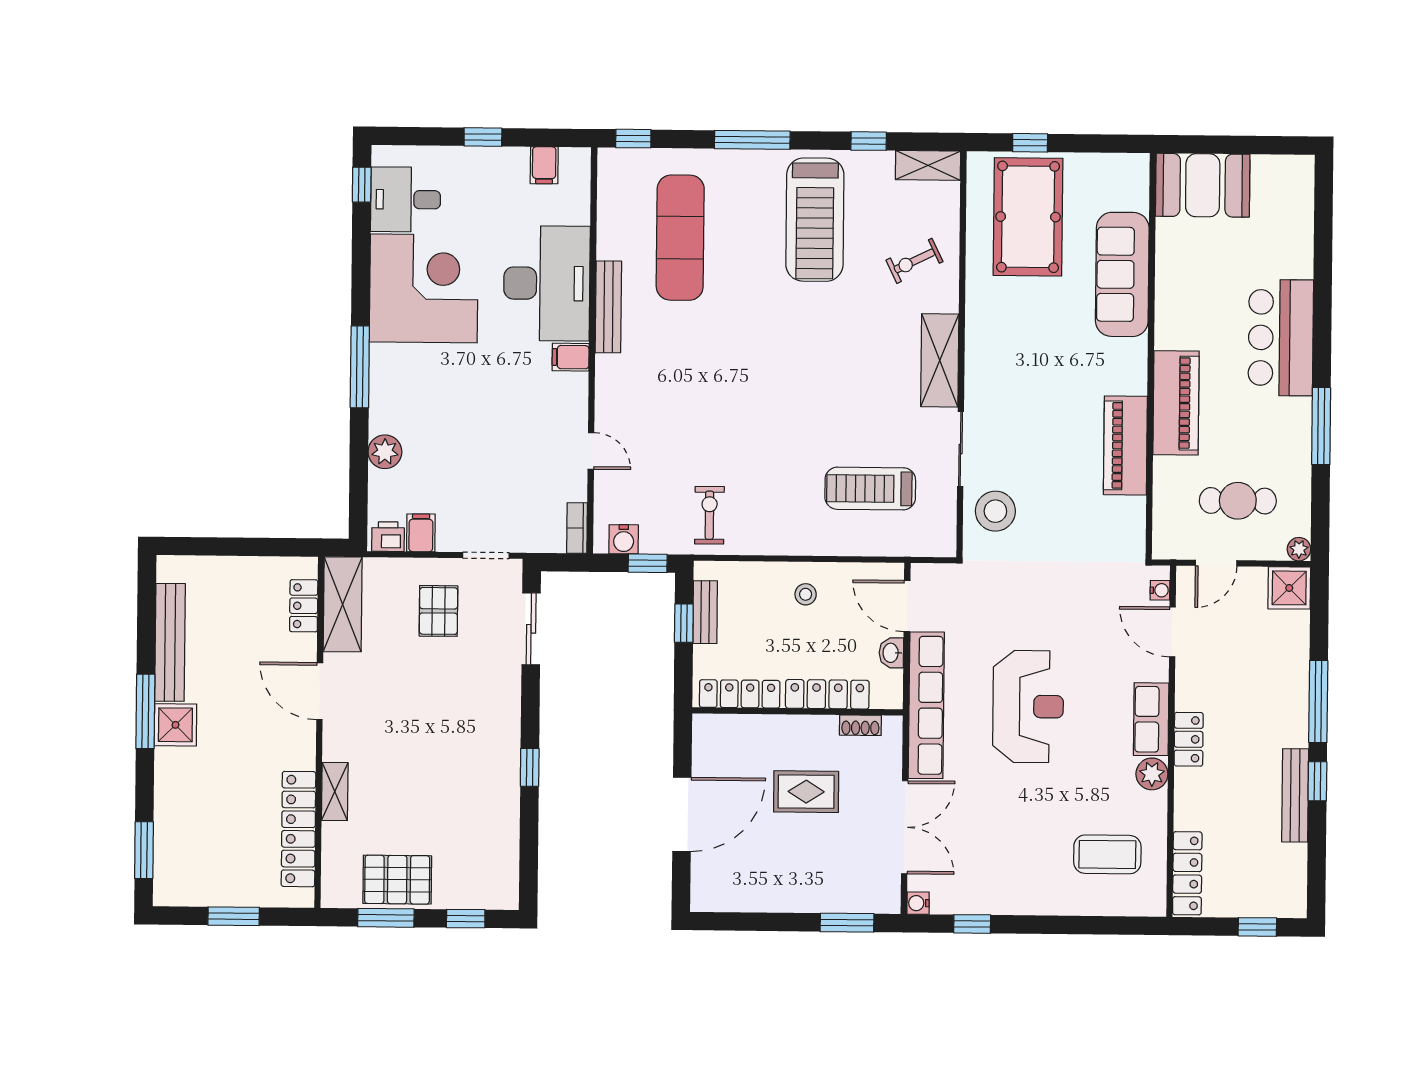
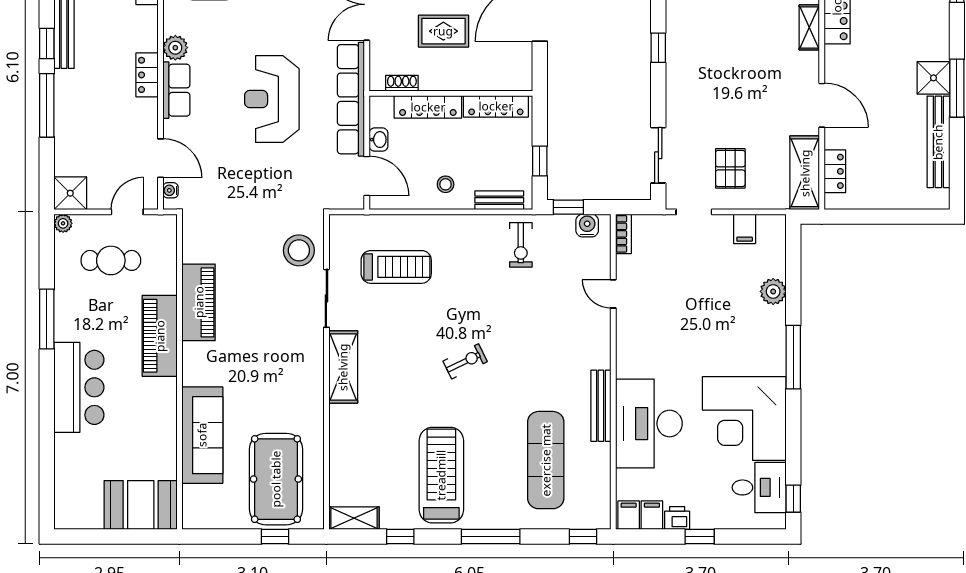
exercise bike: (914, 261) -> (465, 361), moved
filing cabinet: (571, 357) -> (629, 515), moved, turned -90
printer: (388, 537) -> (677, 518), moved, turned 180
bench: (705, 612) -> (499, 200), moved, turned 90

